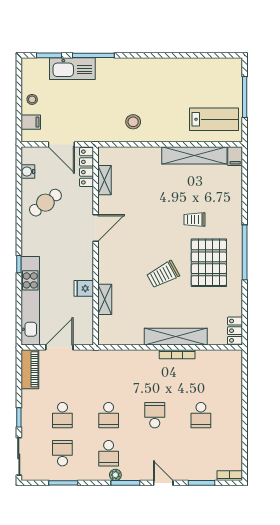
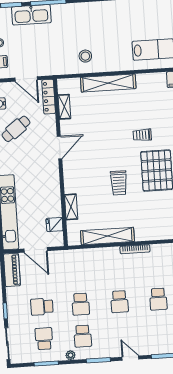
shelving: (194, 155) -> (108, 83), moved
trolley: (163, 274) -> (119, 183), turned -62
fridge: (84, 288) -> (55, 225), moved
shelving: (176, 337) -> (107, 236), moved
door: (59, 347) -> (36, 250), swing flipped
school desk: (62, 415) -> (42, 307), turned 90
school desk: (155, 415) -> (119, 302), turned 180
plant: (115, 475) -> (71, 355), moved

